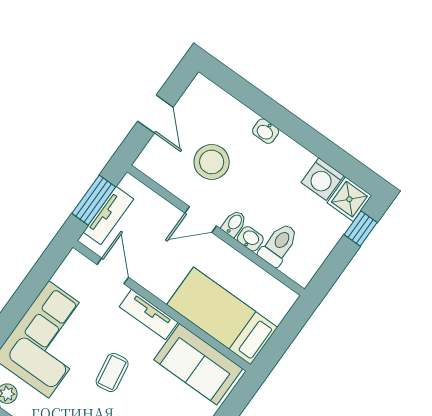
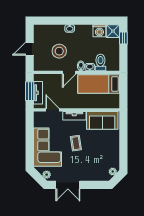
door: (155, 114) -> (30, 49), swing flipped
bed: (222, 316) -> (99, 84), moved

